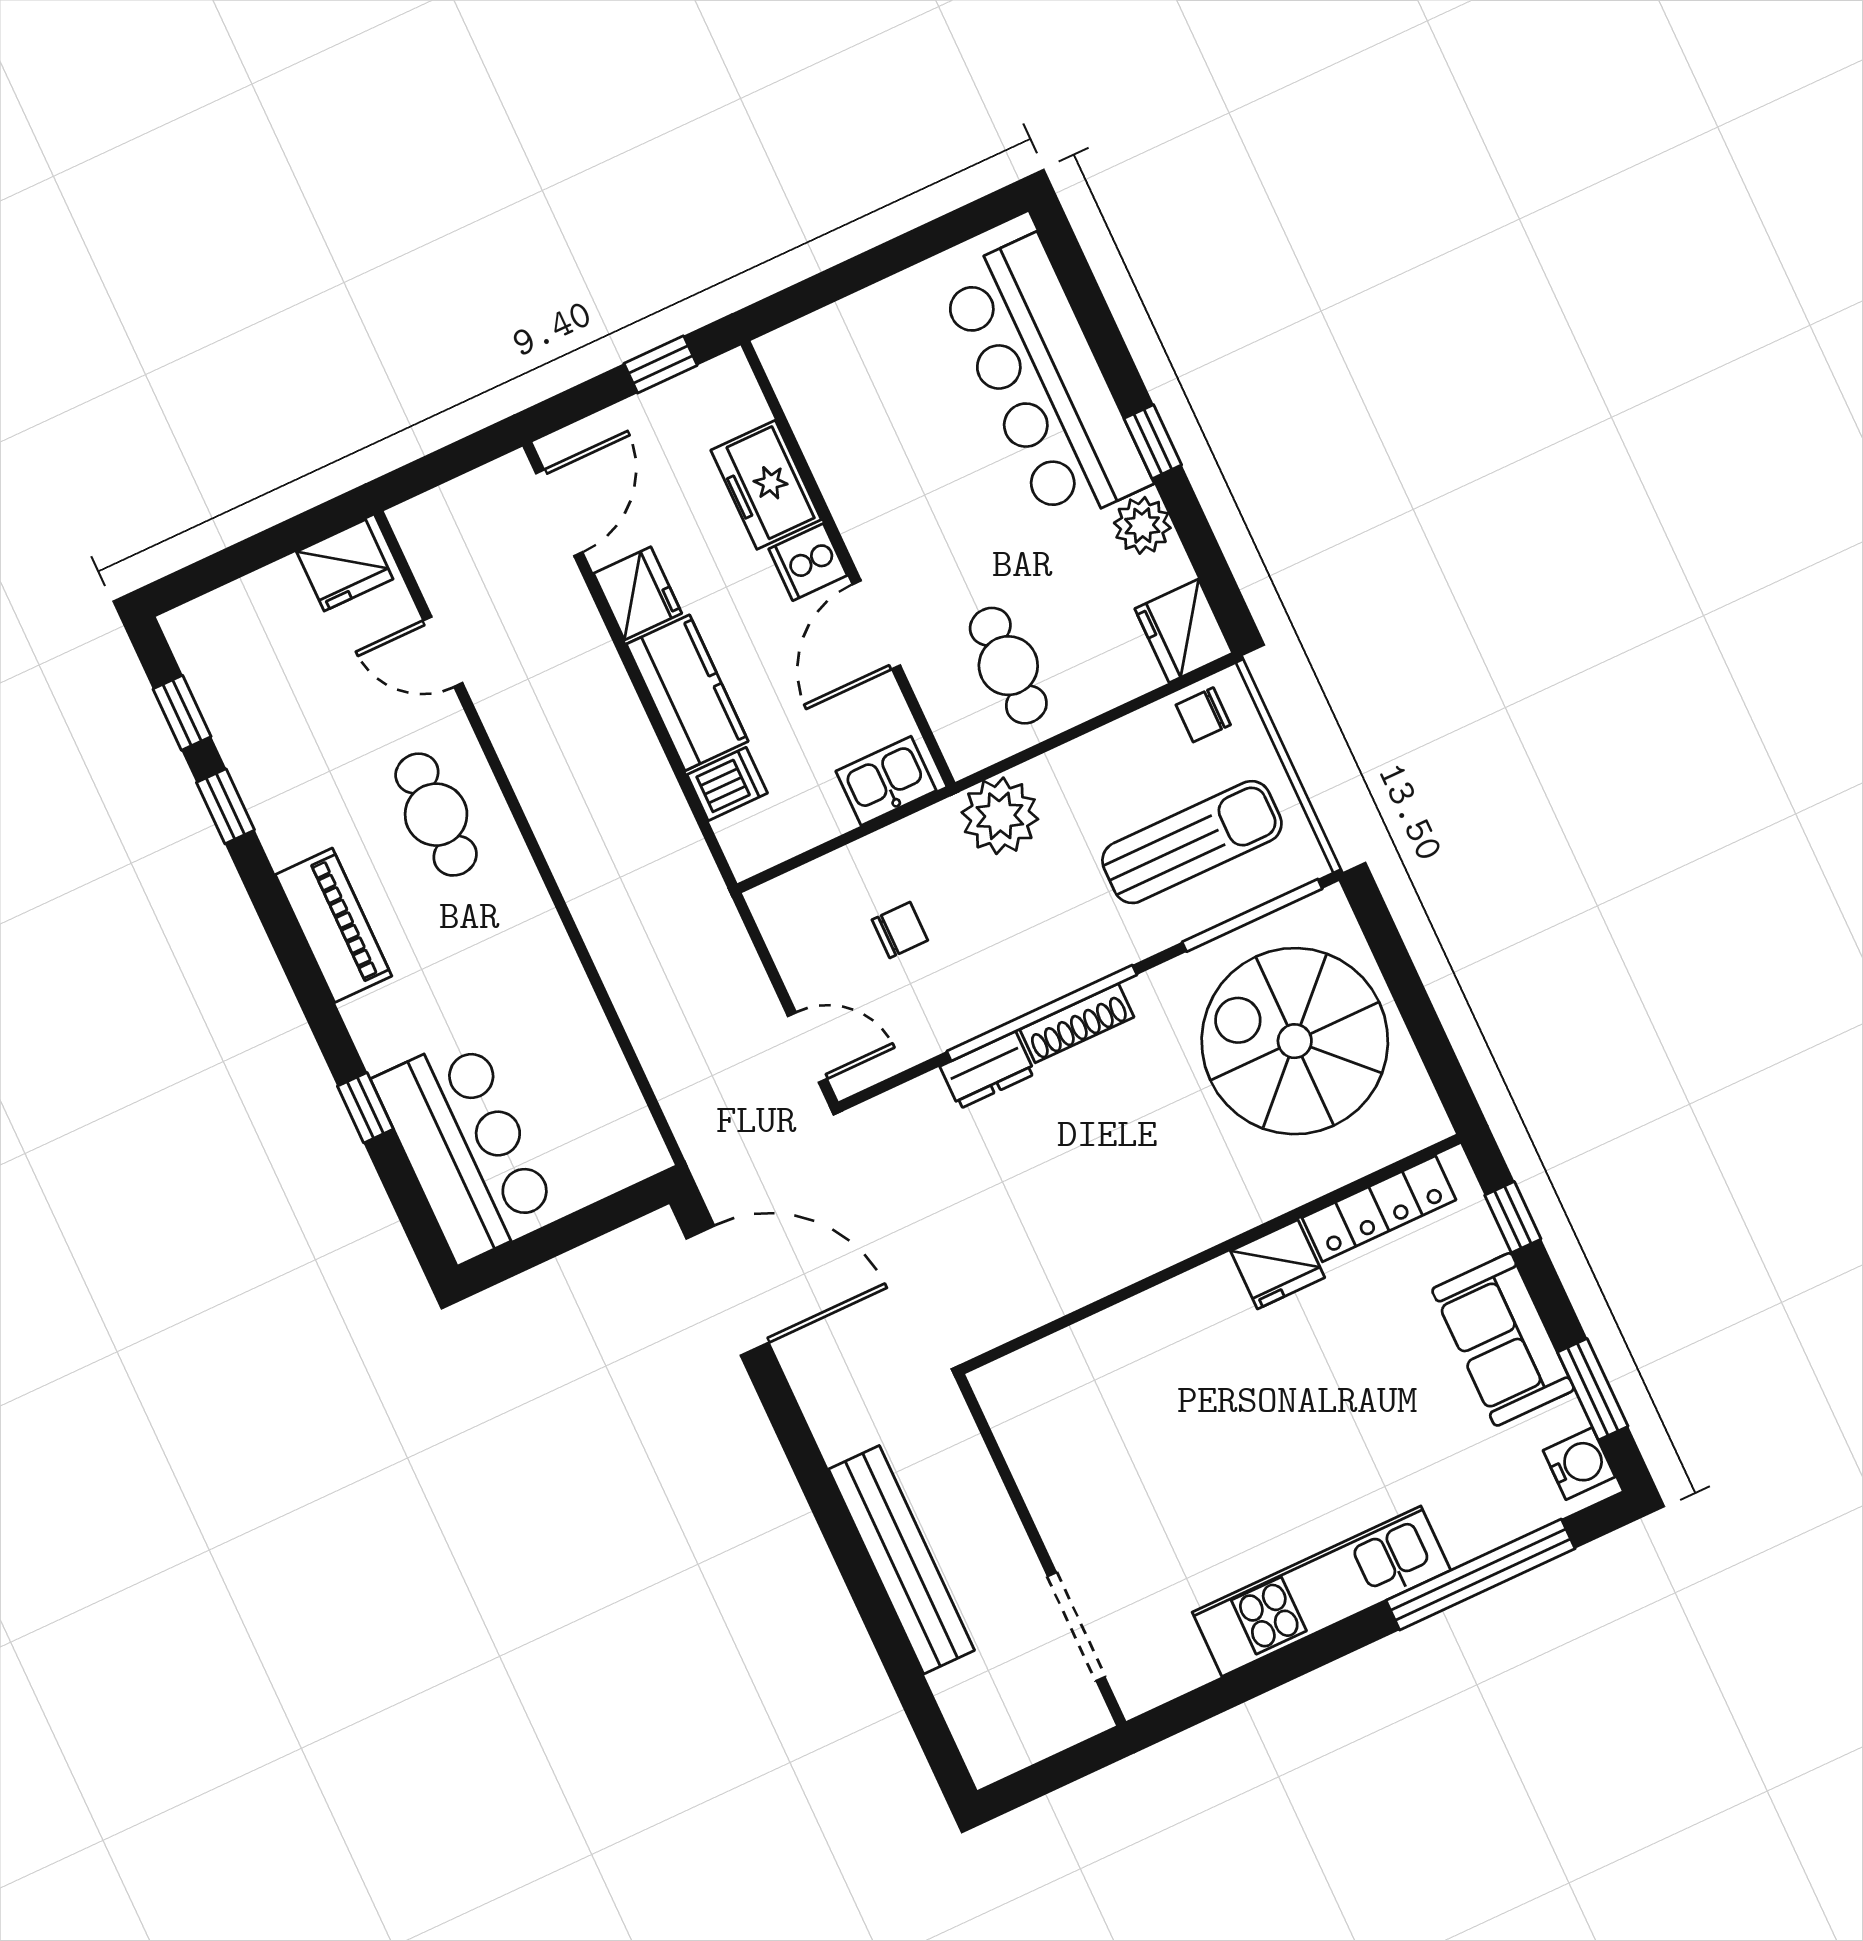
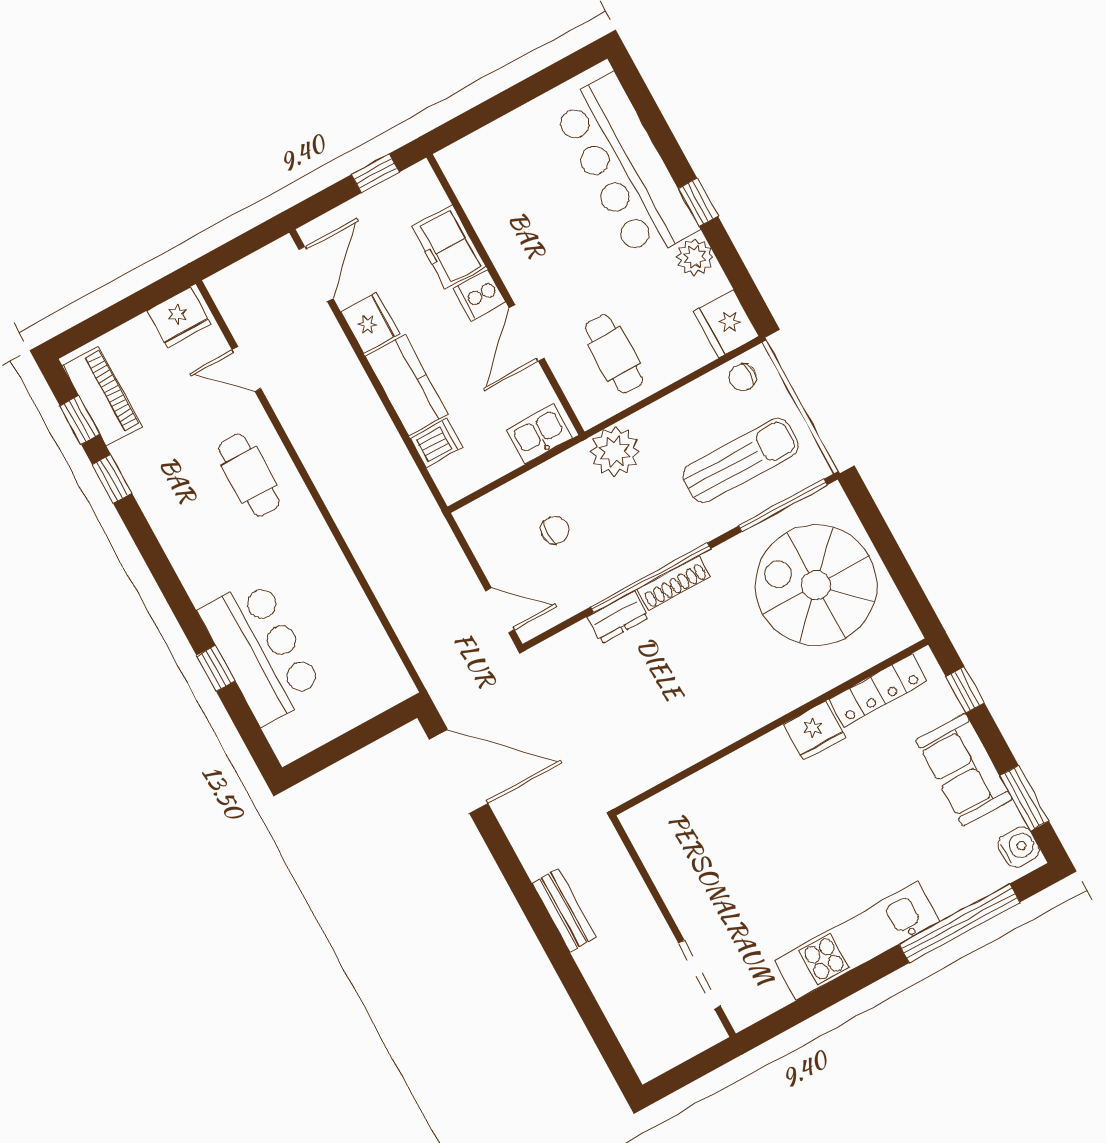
piano: (334, 925) -> (102, 396), moved
bar counter: (466, 1148) -> (261, 651), moved
bench: (901, 1560) -> (564, 910), width x0.54, depth x0.82

